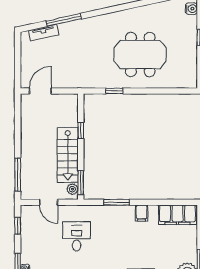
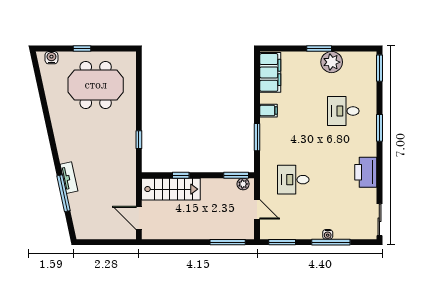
tv unit: (44, 33) -> (69, 178), moved
meeting table: (140, 54) -> (96, 85), moved, turned 90
stairs: (68, 155) -> (171, 189), moved
door: (49, 202) -> (257, 209), hinge flipped
window: (18, 226) -> (282, 242), width x1.50

